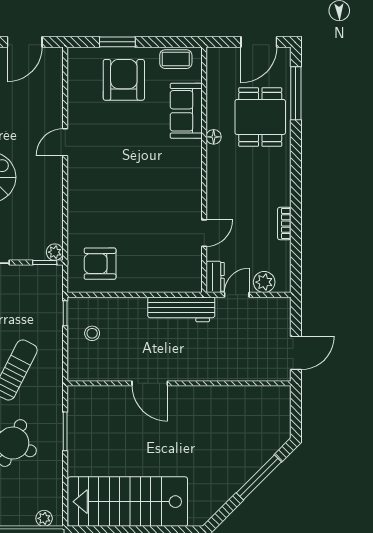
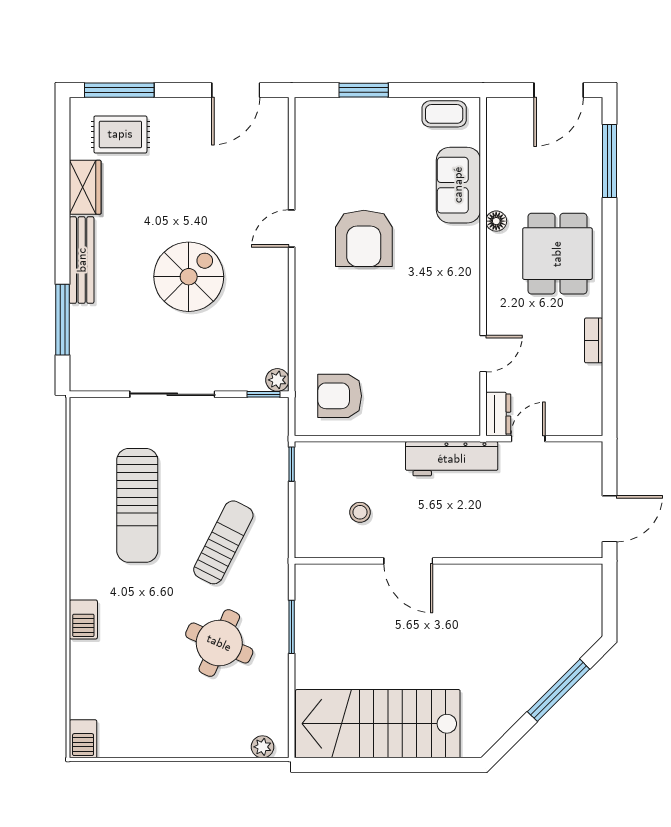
armchair: (124, 80) -> (364, 238), moved, turned 180
dining table: (260, 117) -> (557, 254), moved
plant: (264, 282) -> (566, 421), removed
stool: (92, 333) -> (360, 512), moved

